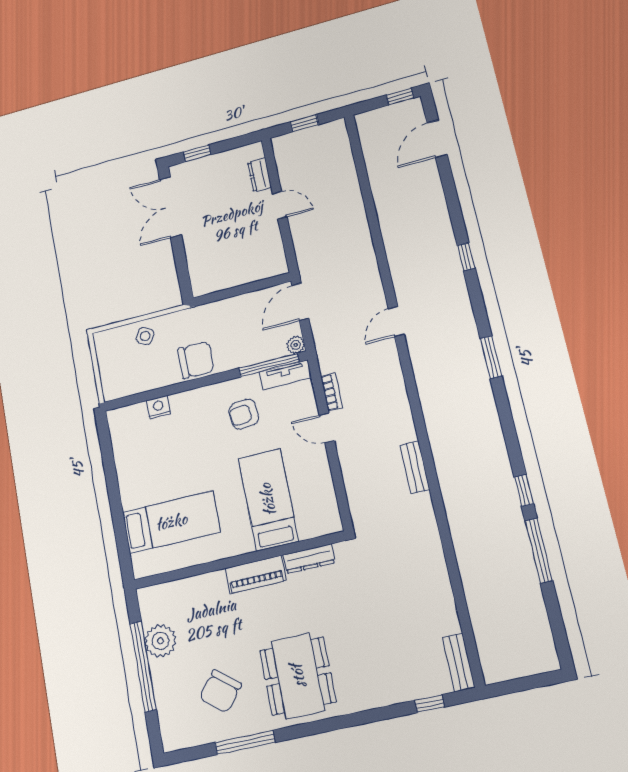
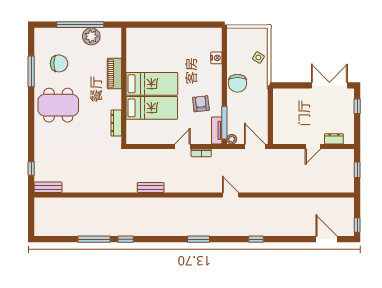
bed: (171, 522) -> (152, 84), moved, turned -90
piano: (255, 574) -> (114, 74), moved
chair: (220, 691) -> (59, 63), turned 141

